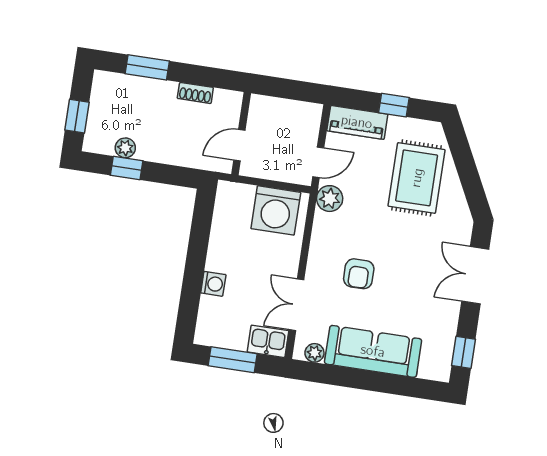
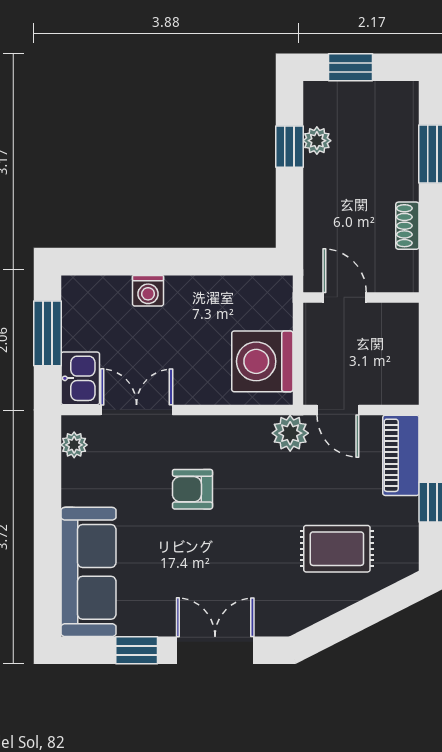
rug: (417, 178) -> (337, 549), width x0.73, depth x0.70
sofa: (373, 351) -> (89, 572), moved
window: (463, 352) -> (137, 650), moved

